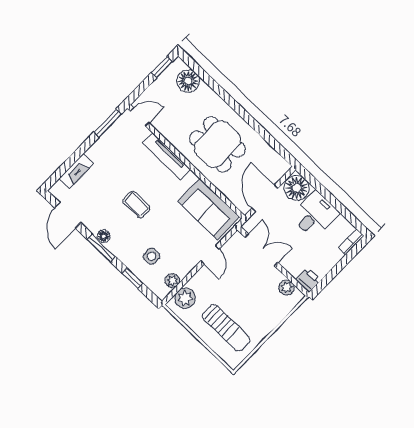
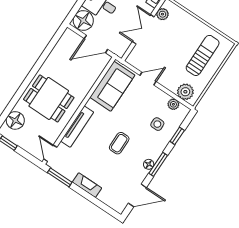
dining table: (217, 144) -> (49, 98), moved, turned 90
fireplace: (76, 171) -> (87, 185), moved
double door: (261, 250) -> (143, 29), moved

